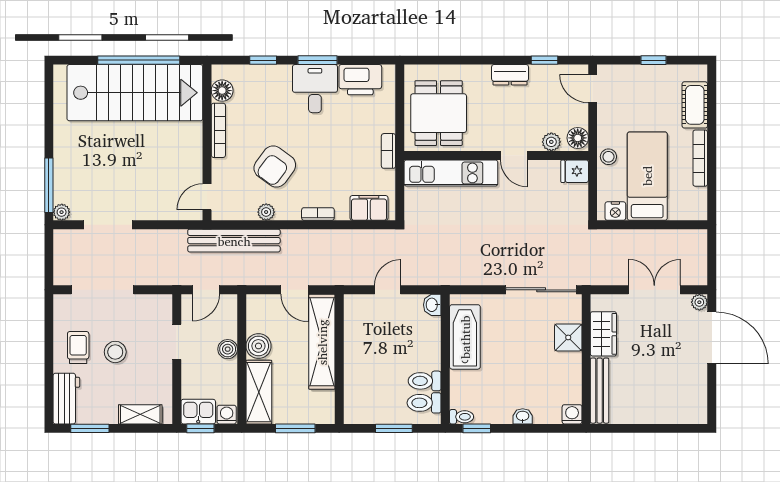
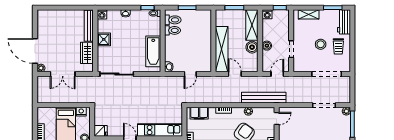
shower: (568, 337) -> (104, 39), moved
kitchen sink: (198, 412) -> (281, 16), removed

